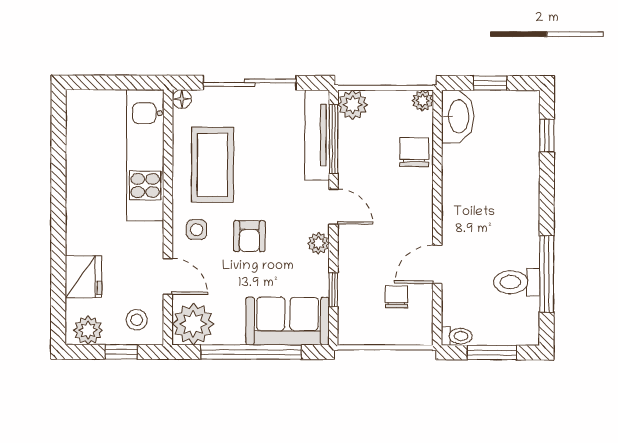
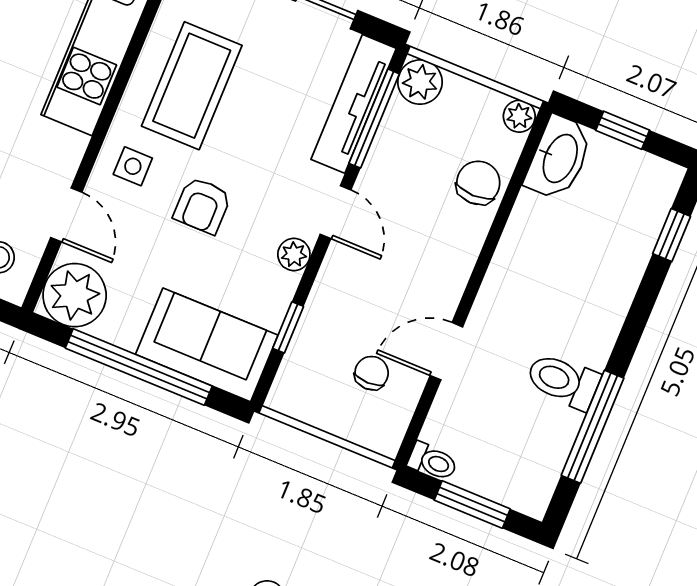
toilet: (517, 282) -> (563, 381), moved

